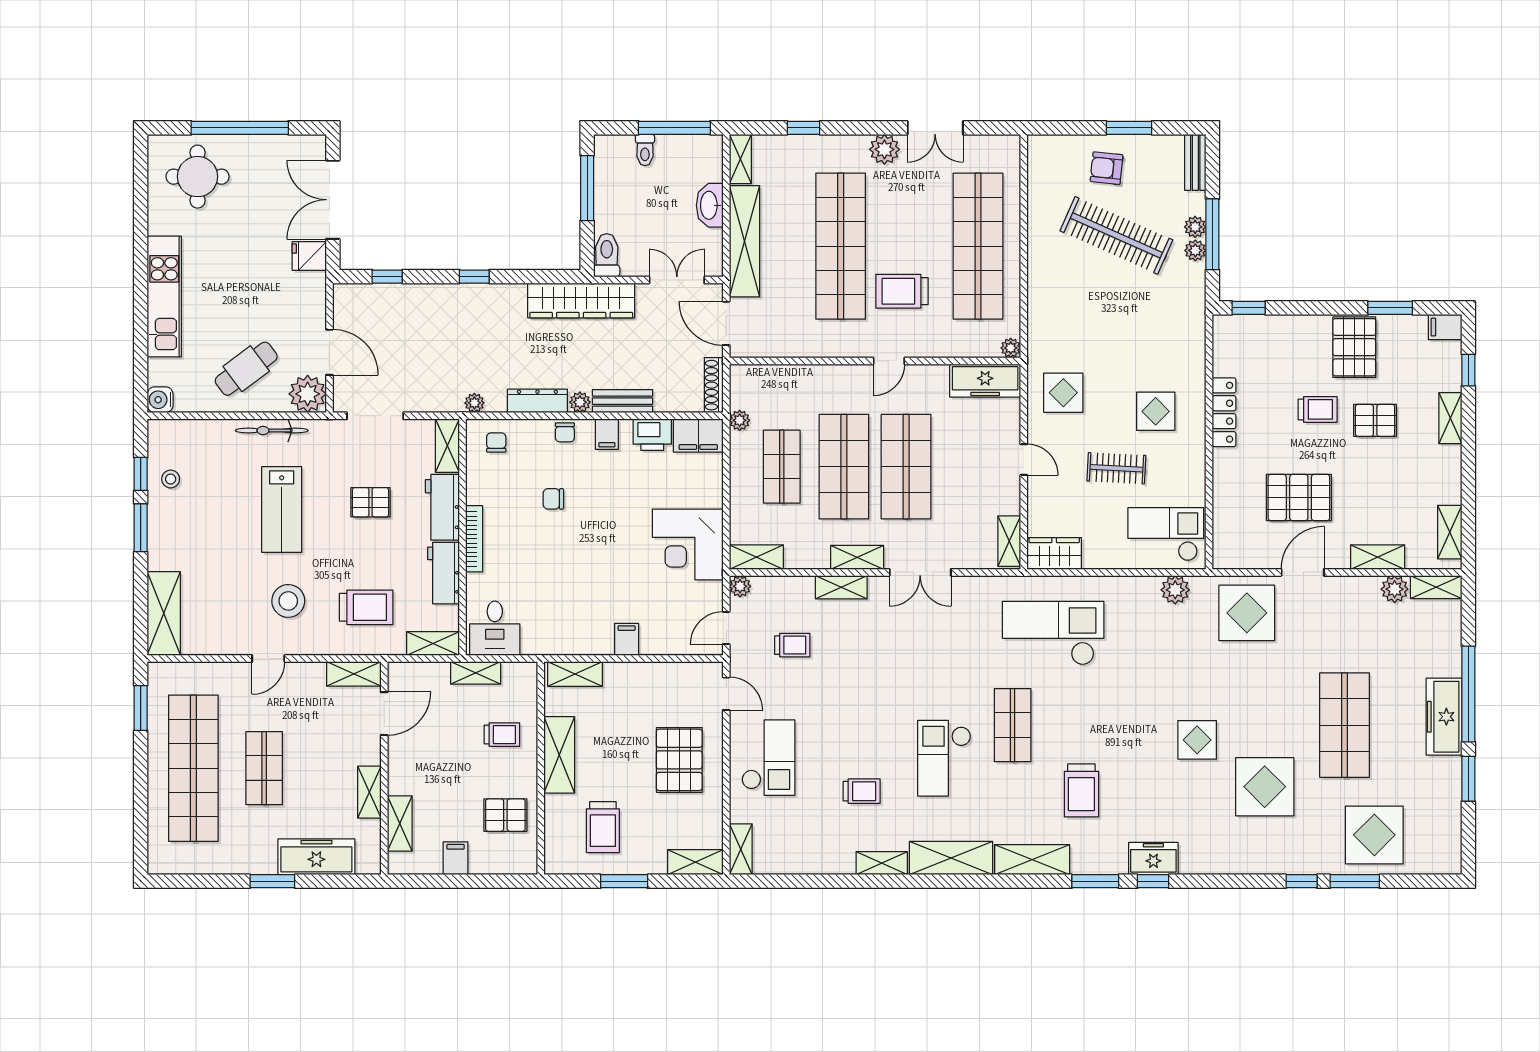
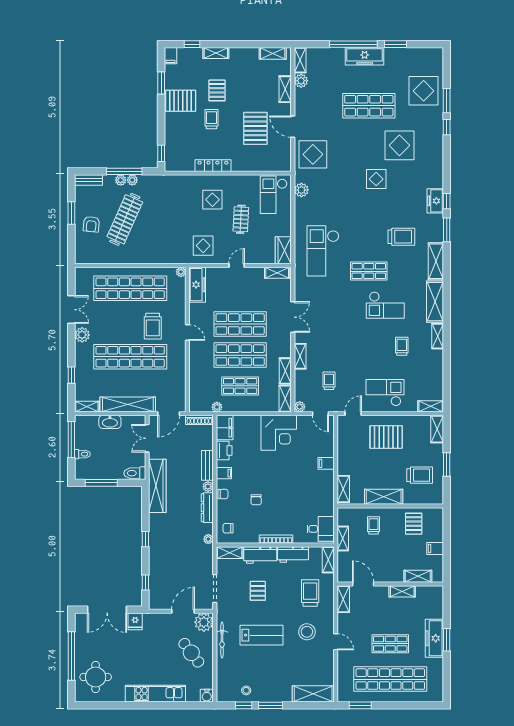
shelving: (857, 557) -> (285, 371), moved
freezer: (316, 857) -> (434, 638), moved

